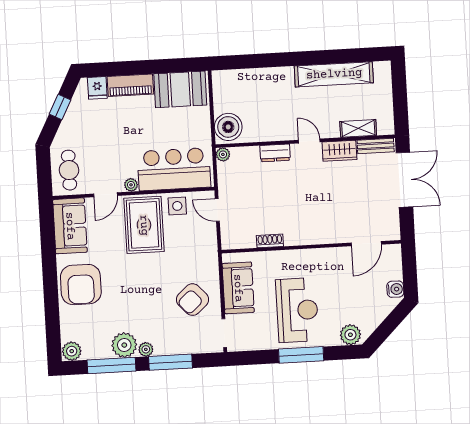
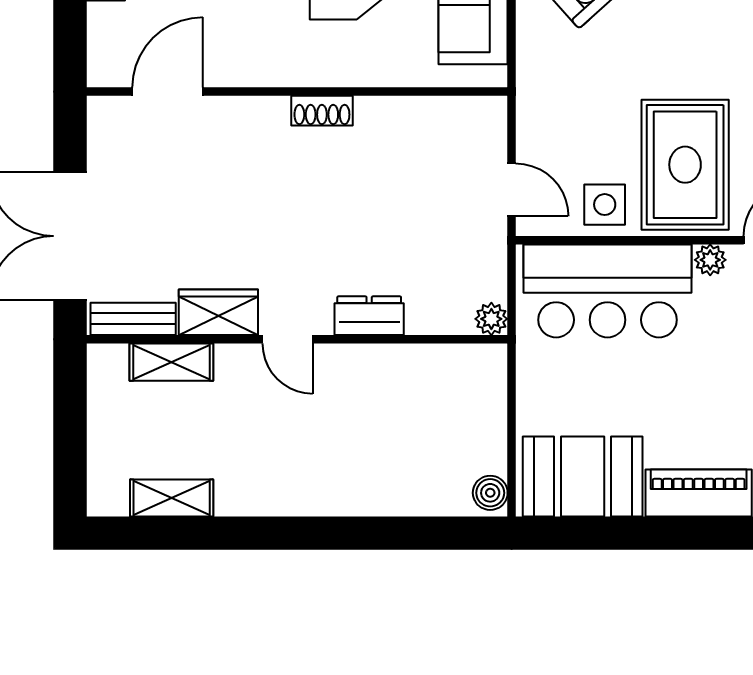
shelving: (334, 74) -> (172, 498), width x0.45, depth x0.75
boiler: (228, 127) -> (490, 493), moved, width x0.54, depth x0.54
shoe rack: (270, 241) -> (322, 111), moved

